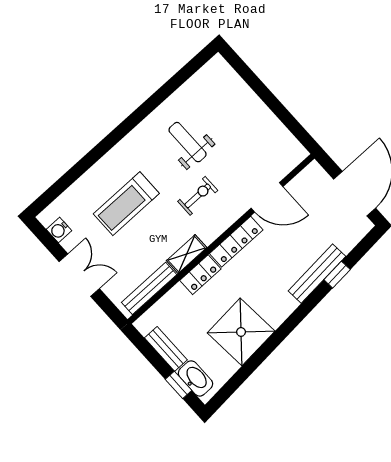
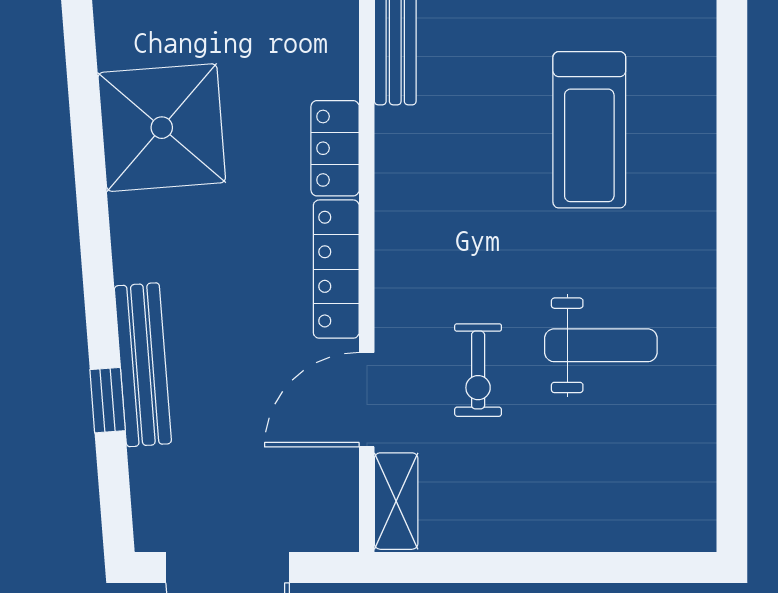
exercise bike: (198, 196) -> (478, 370), moved
treadmill: (126, 204) -> (589, 130), turned 180
shelving: (187, 254) -> (396, 501), moved

